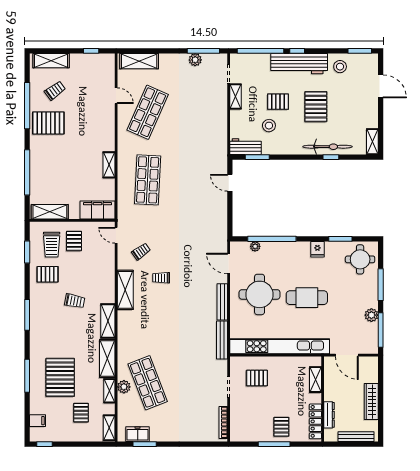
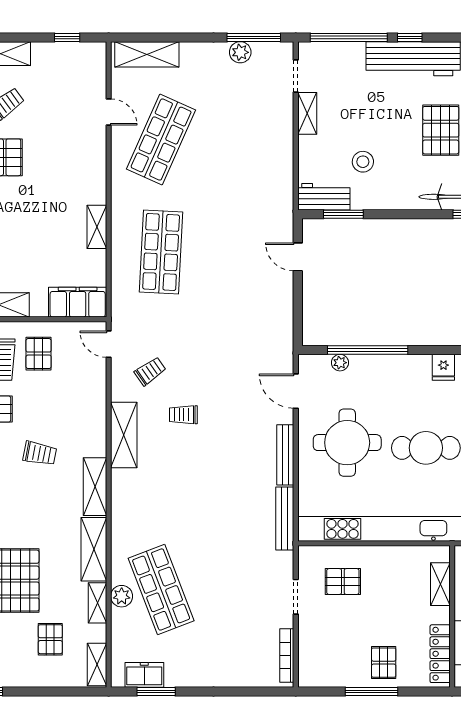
pallet: (278, 102) -> (378, 122), removed

